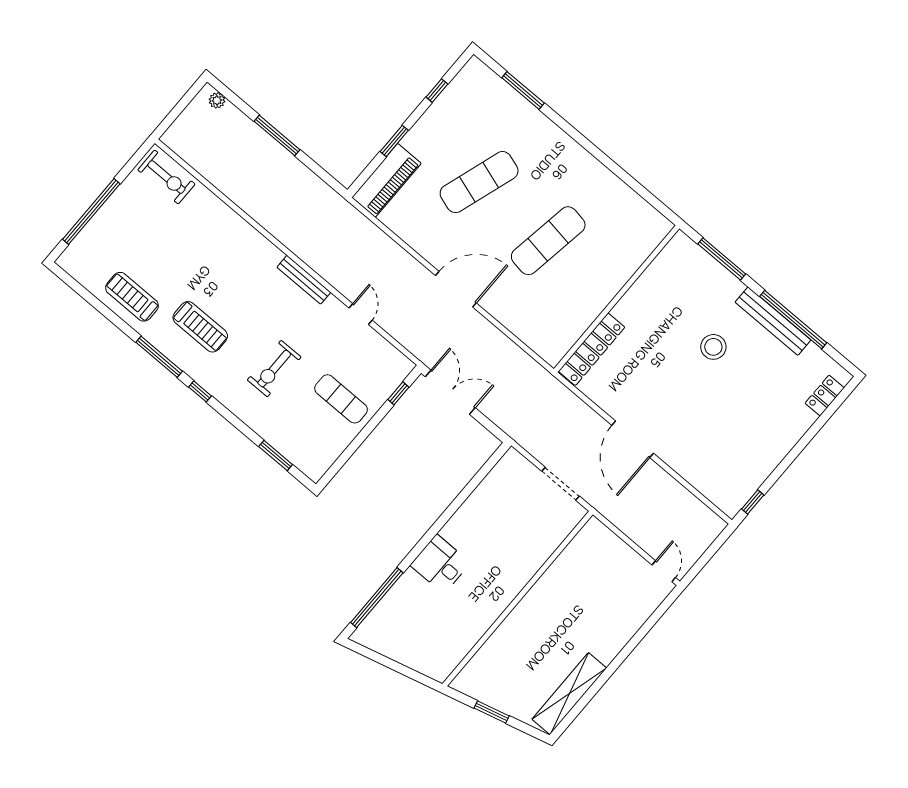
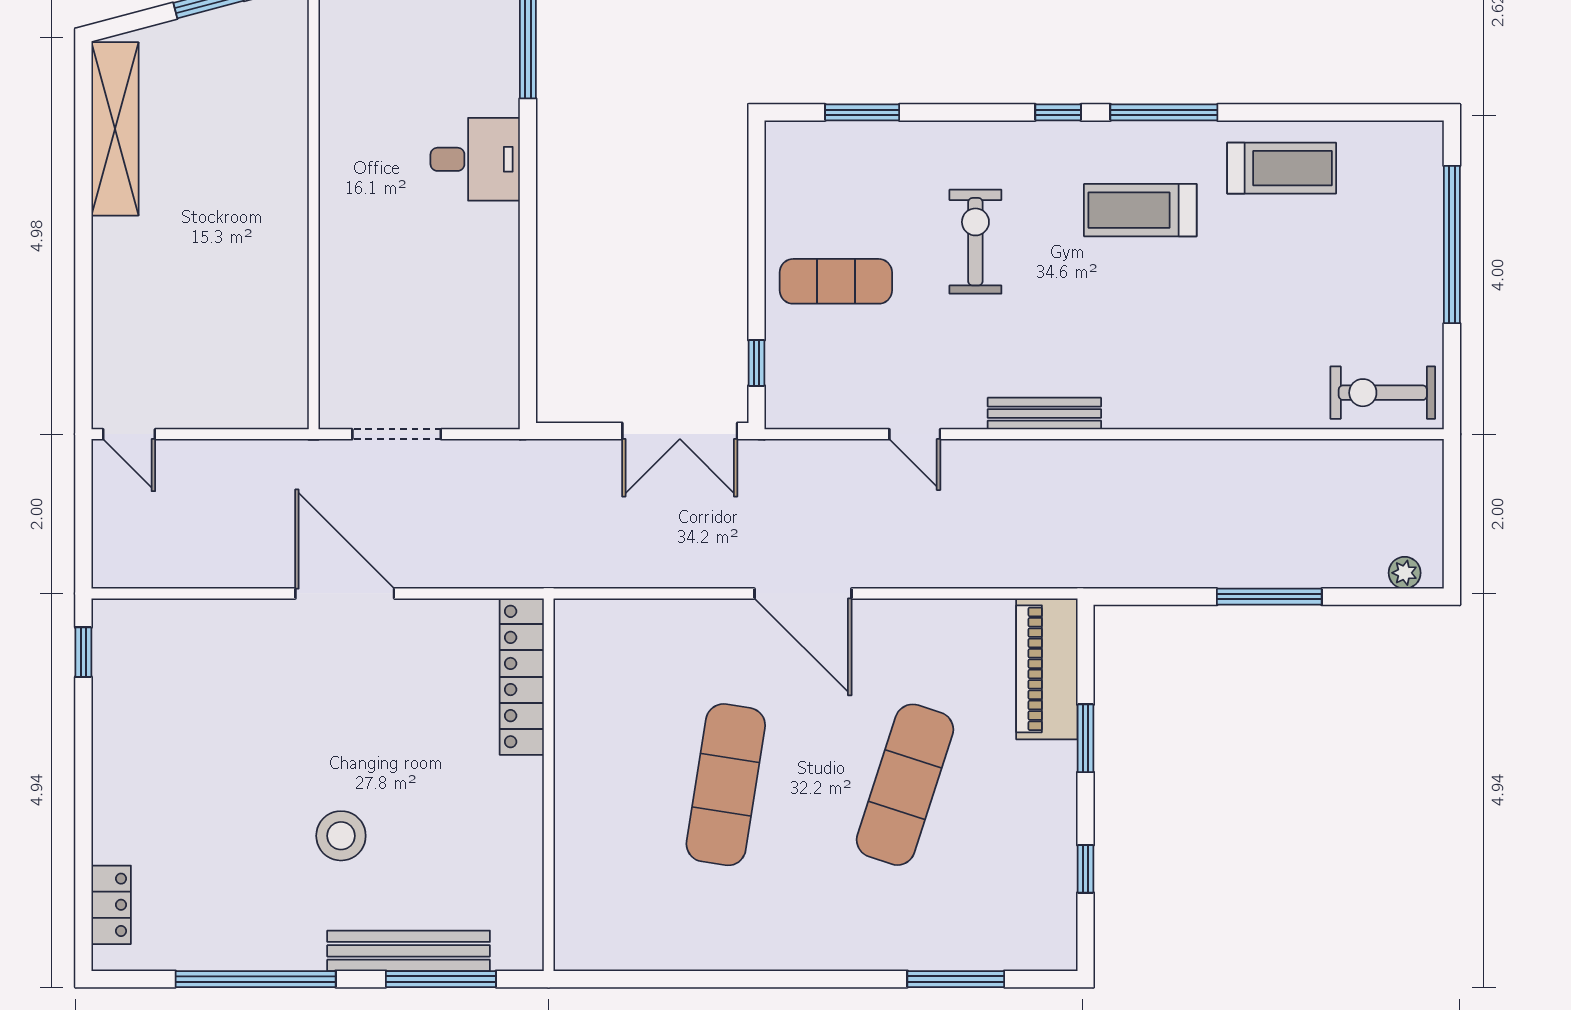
door: (456, 289) -> (803, 593), hinge flipped
bench: (773, 321) -> (409, 951), moved

